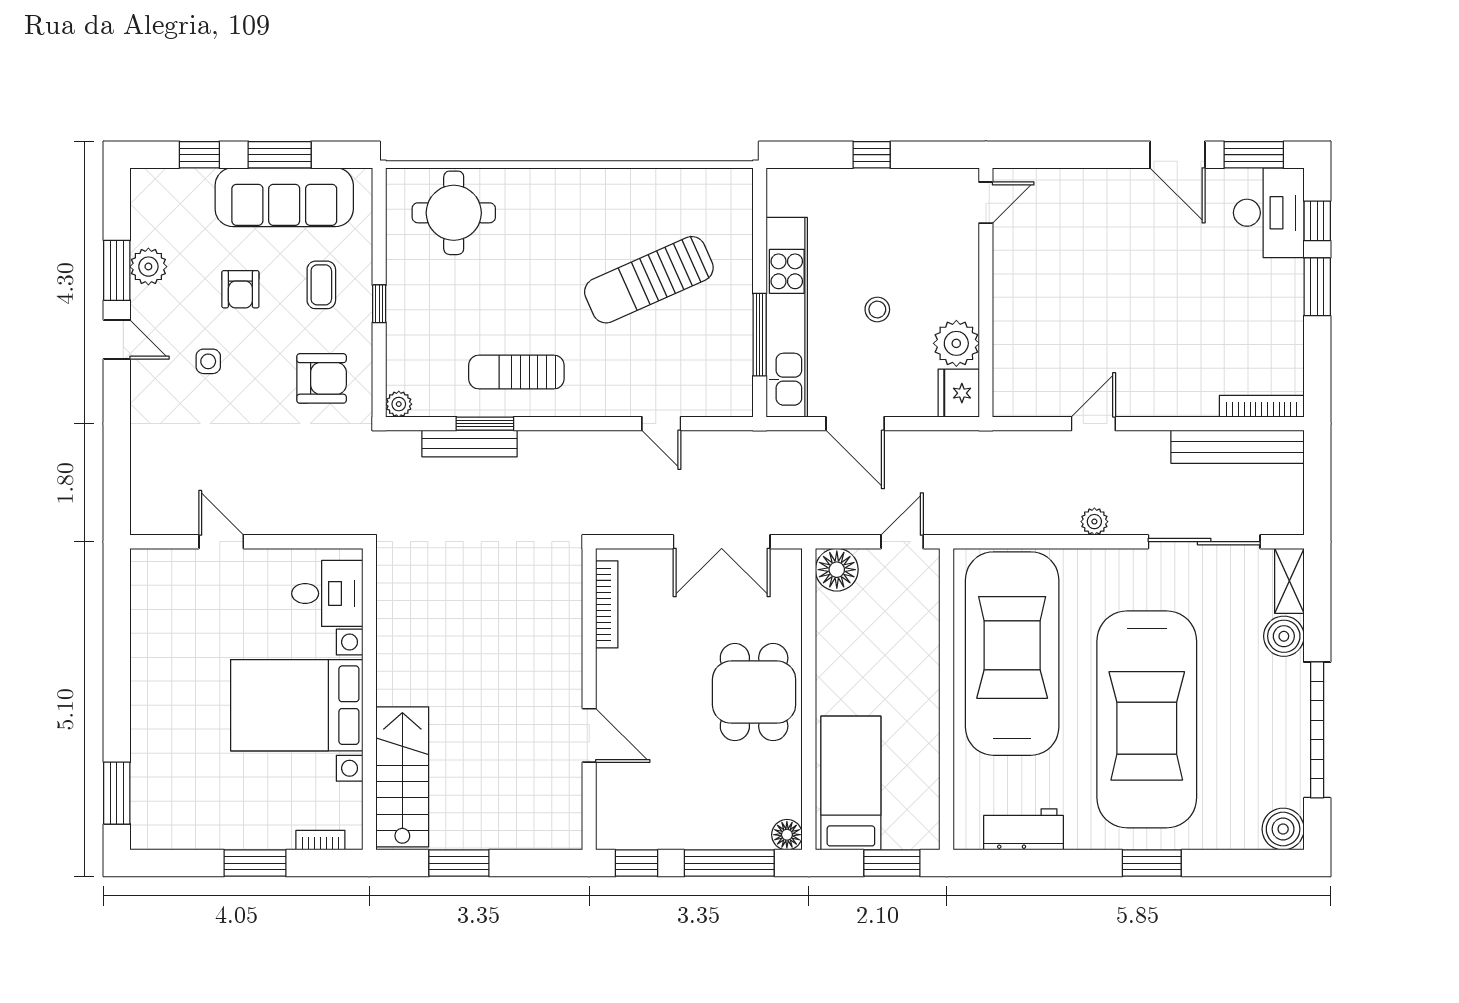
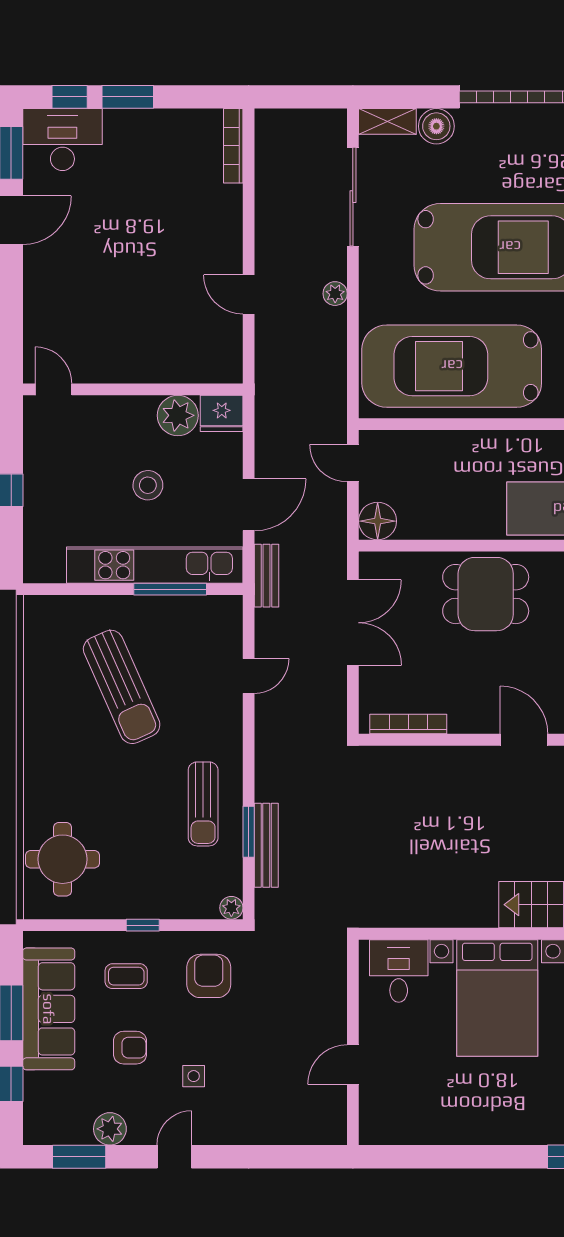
window: (117, 270) -> (79, 1157), moved
stool: (877, 310) -> (148, 485), width x1.37, depth x1.37
bench: (1238, 447) -> (266, 576), moved, width x0.54, depth x0.82
door: (589, 735) -> (524, 740), hinge flipped

